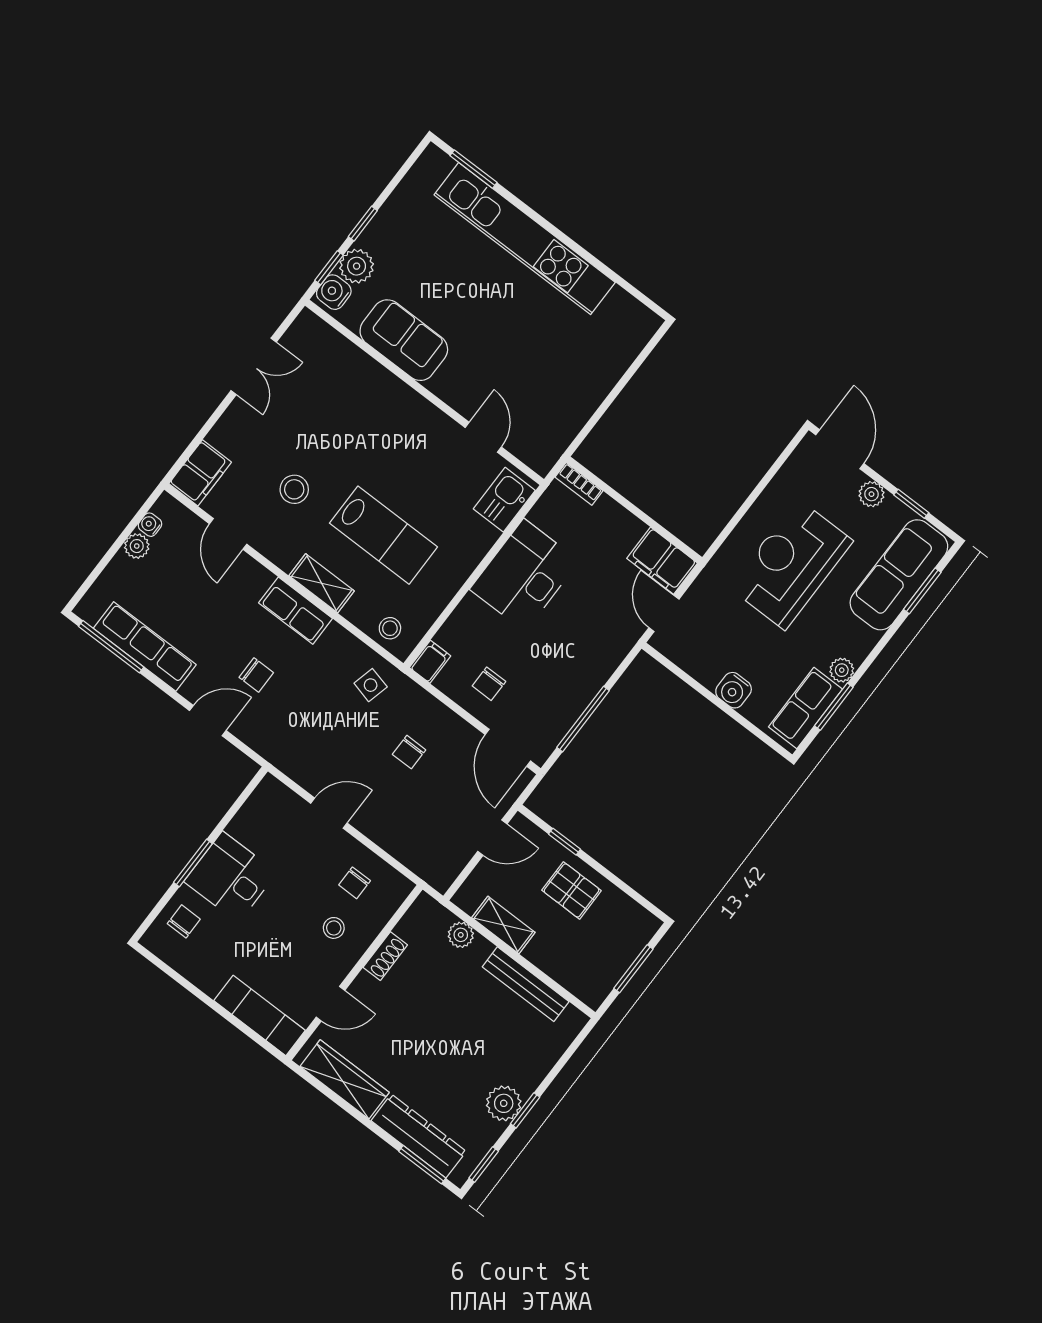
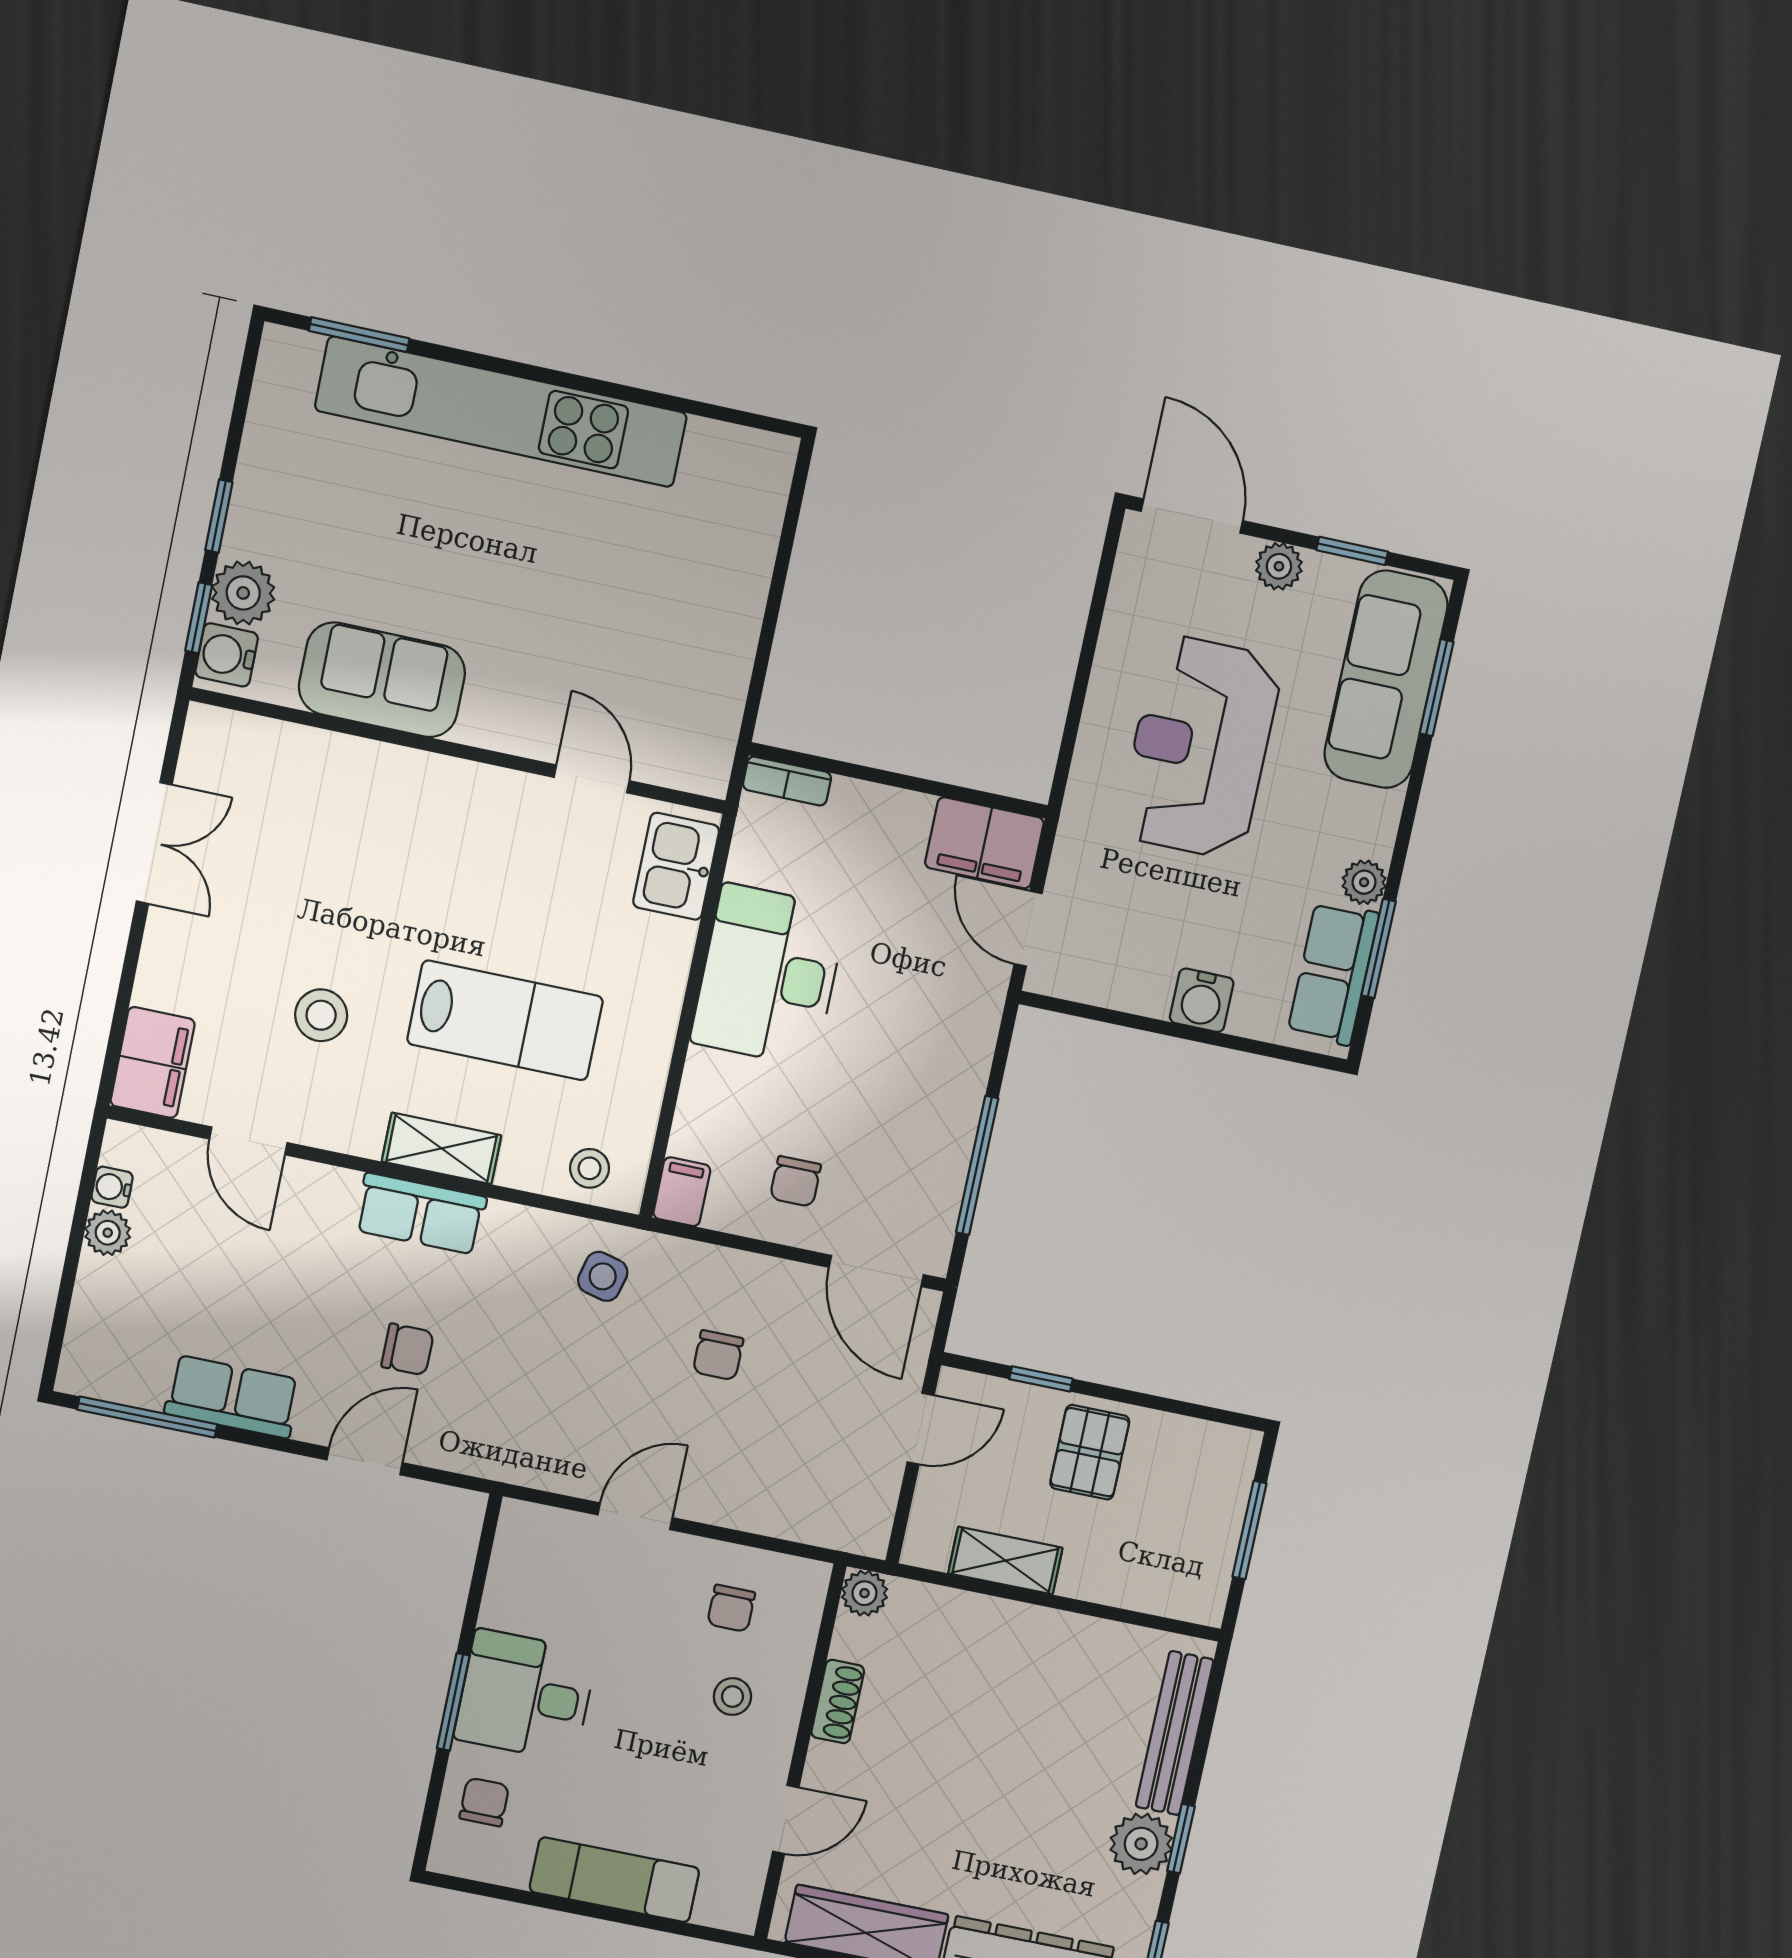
row of seats: (145, 646) -> (232, 1397), width x0.68
pallet: (572, 890) -> (1090, 1452), turned 90
plant: (461, 935) -> (864, 1593), moved
bench: (526, 984) -> (1175, 1733), moved, turned 90
exam couch: (260, 1015) -> (614, 1880), moved

